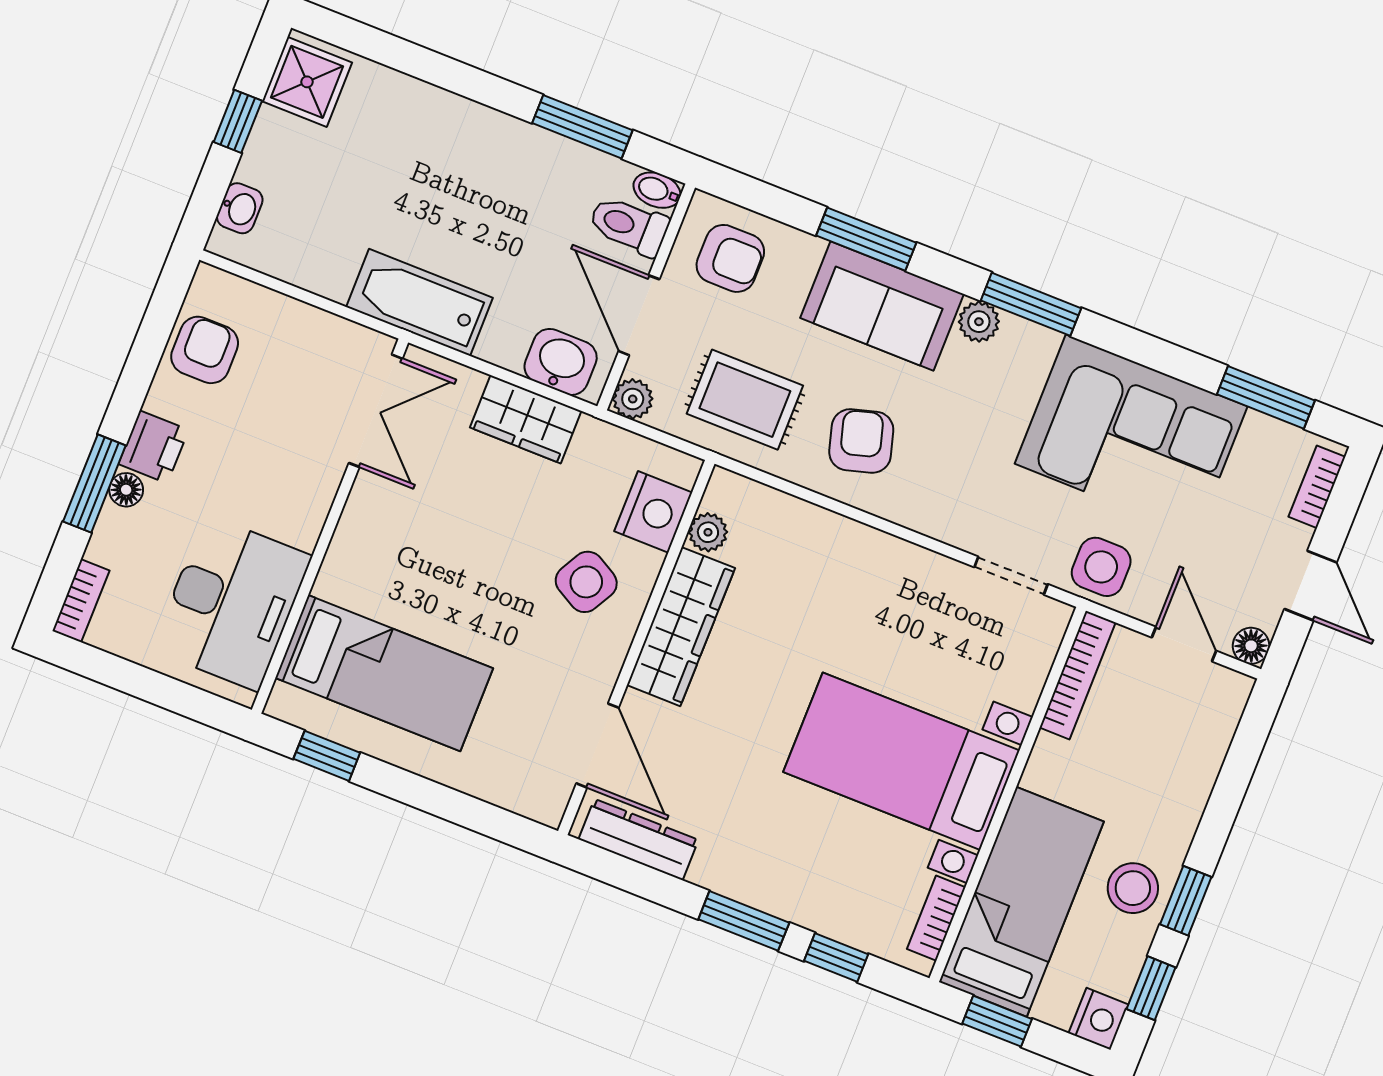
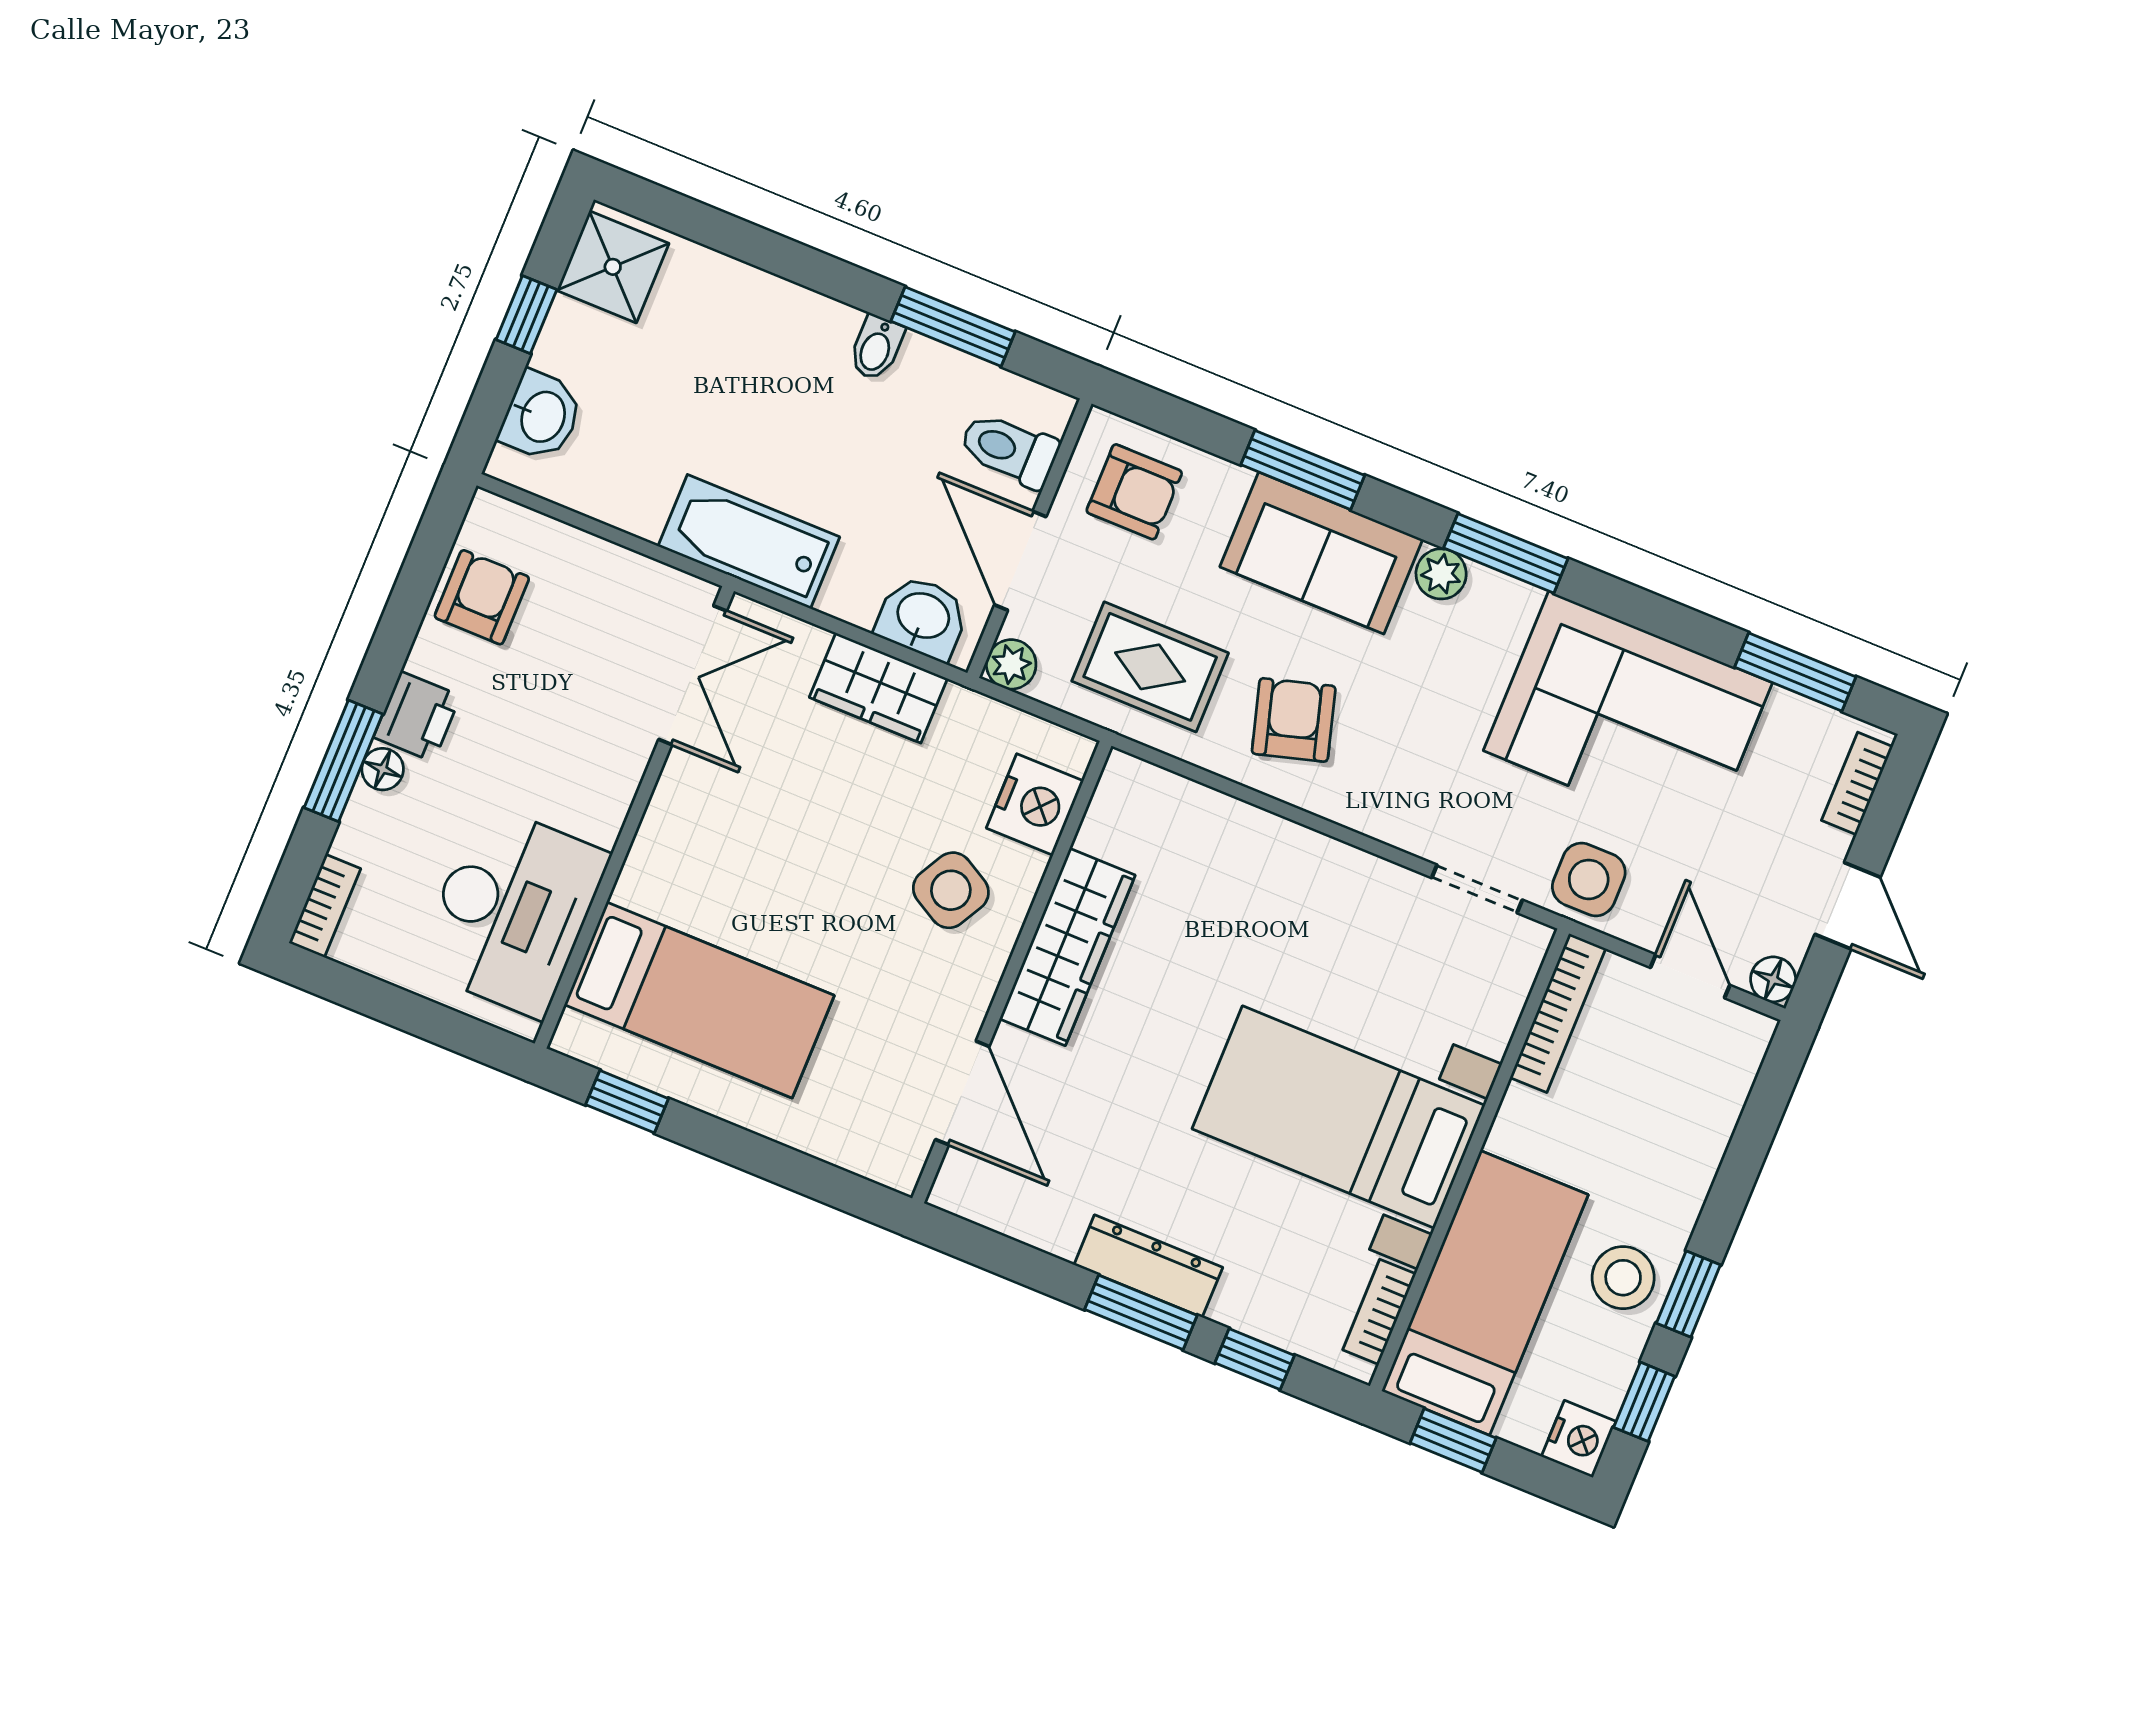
bidet: (657, 190) -> (876, 348), moved, turned -90
washbasin: (240, 208) -> (541, 416), width x1.38, depth x1.45
plant: (708, 532) -> (1102, 831), removed
dresser: (638, 840) -> (1148, 1266), moved

